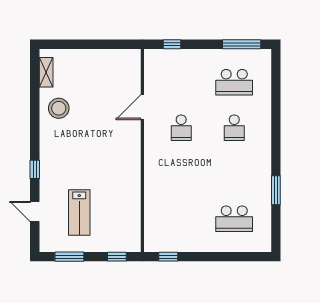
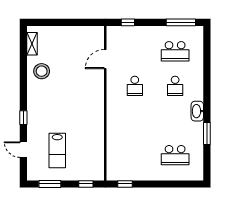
door: (142, 107) -> (105, 59), moved
washbasin: (263, 161) -> (197, 111), added

